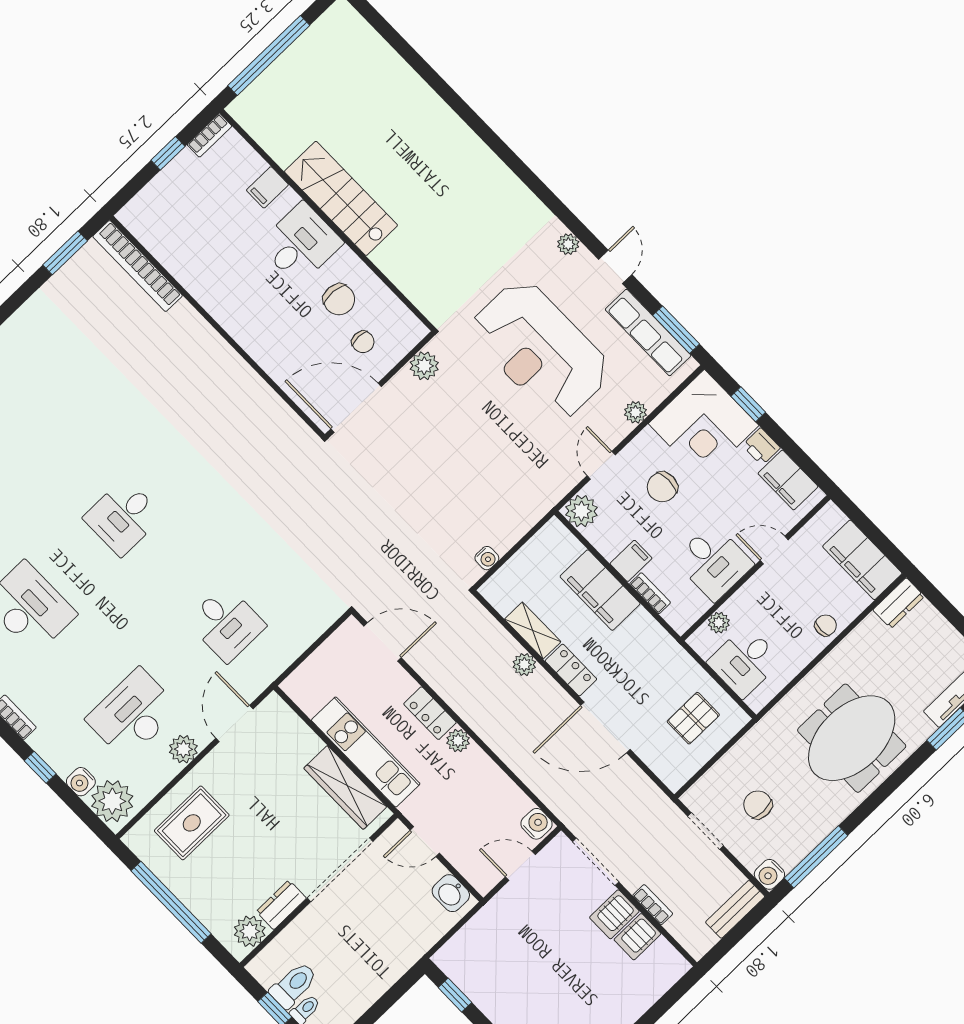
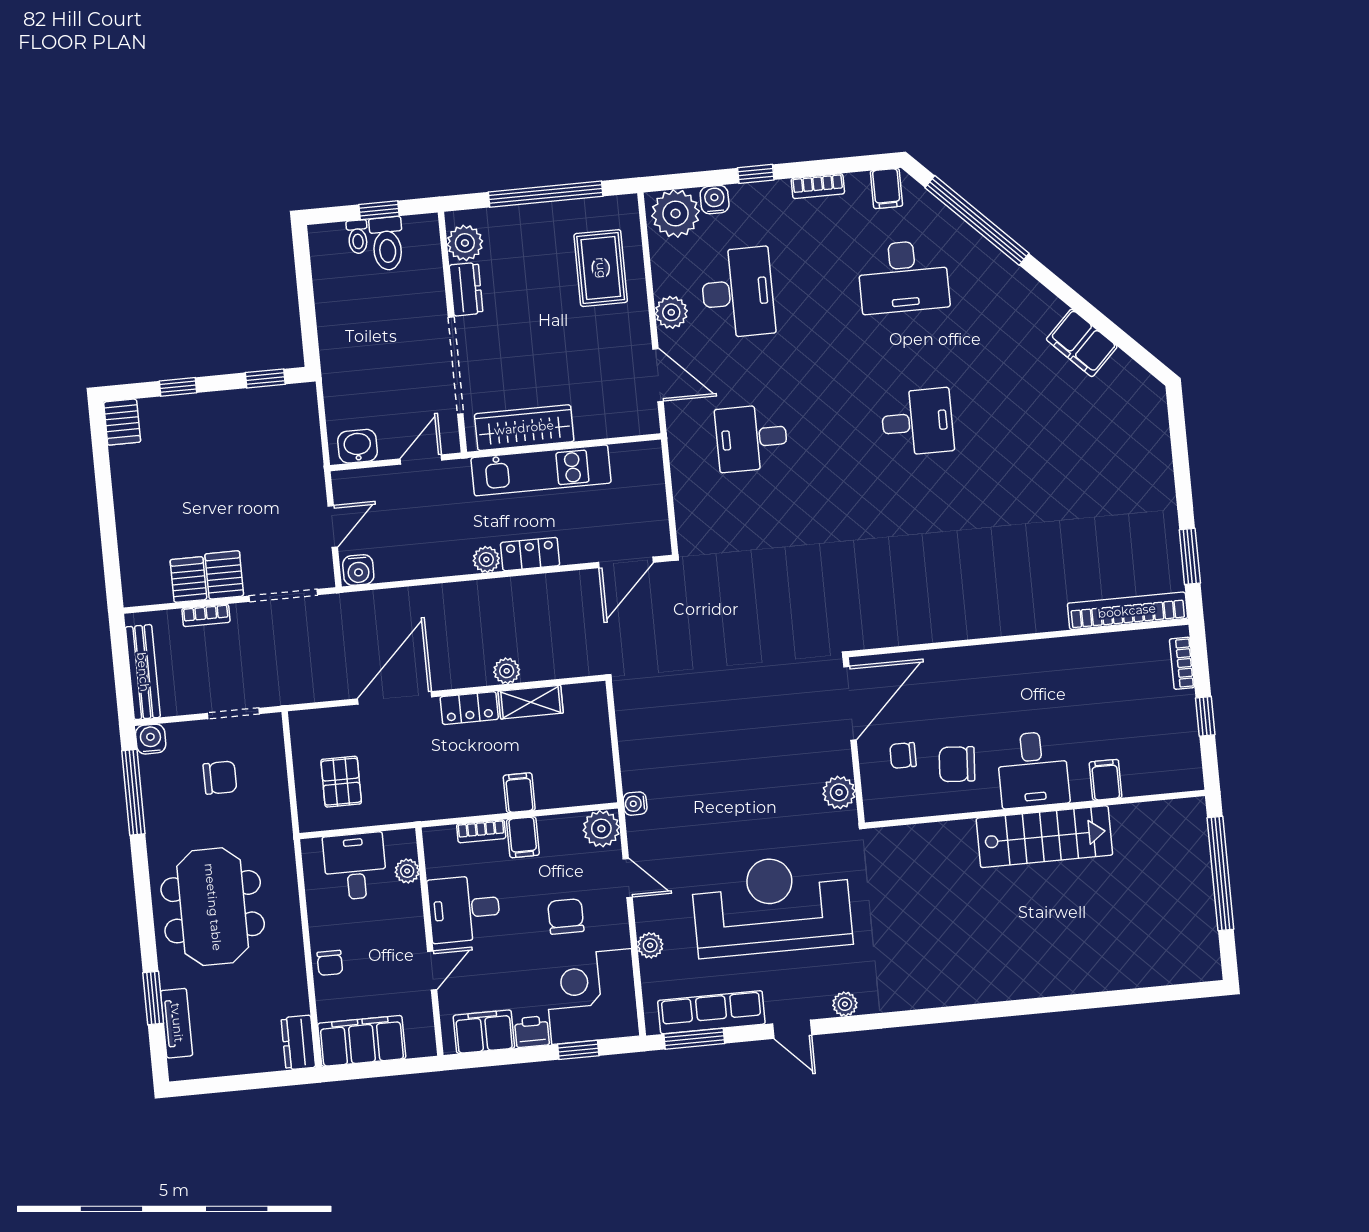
bookcase: (209, 135) -> (1182, 663), moved
desk: (123, 517) -> (917, 422), turned 90
water cooler: (487, 558) -> (635, 804), moved
filing cabinet: (600, 590) -> (519, 793), width x0.33, depth x0.86
bench: (735, 909) -> (143, 672), width x1.36

